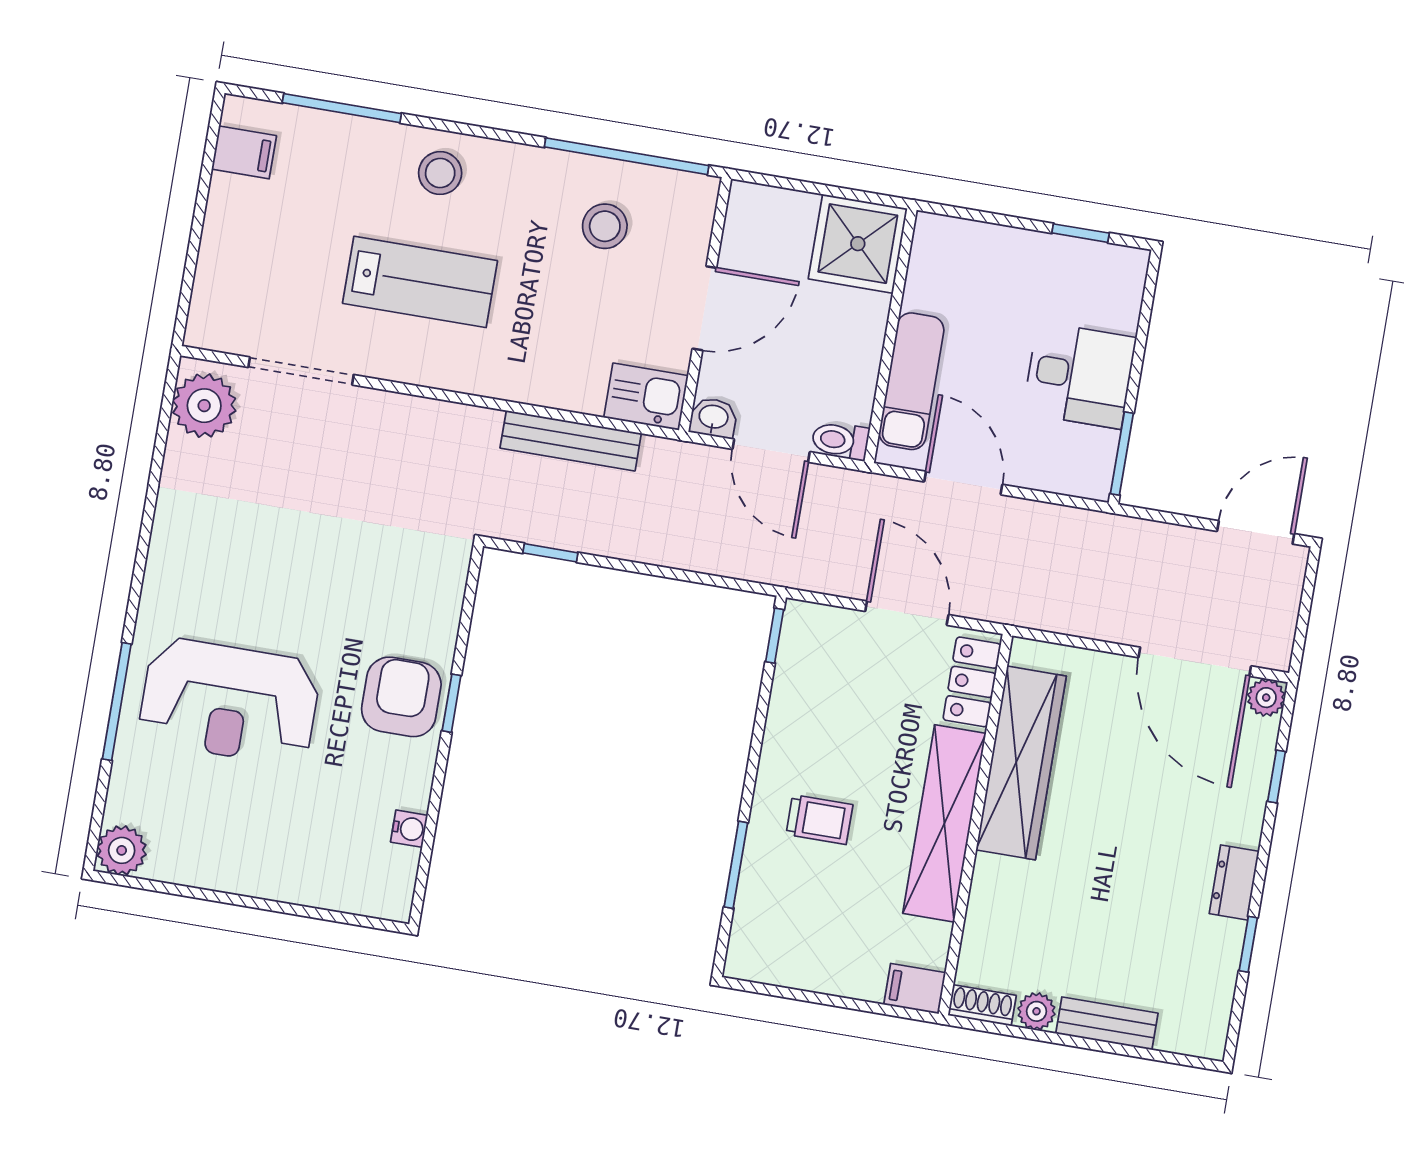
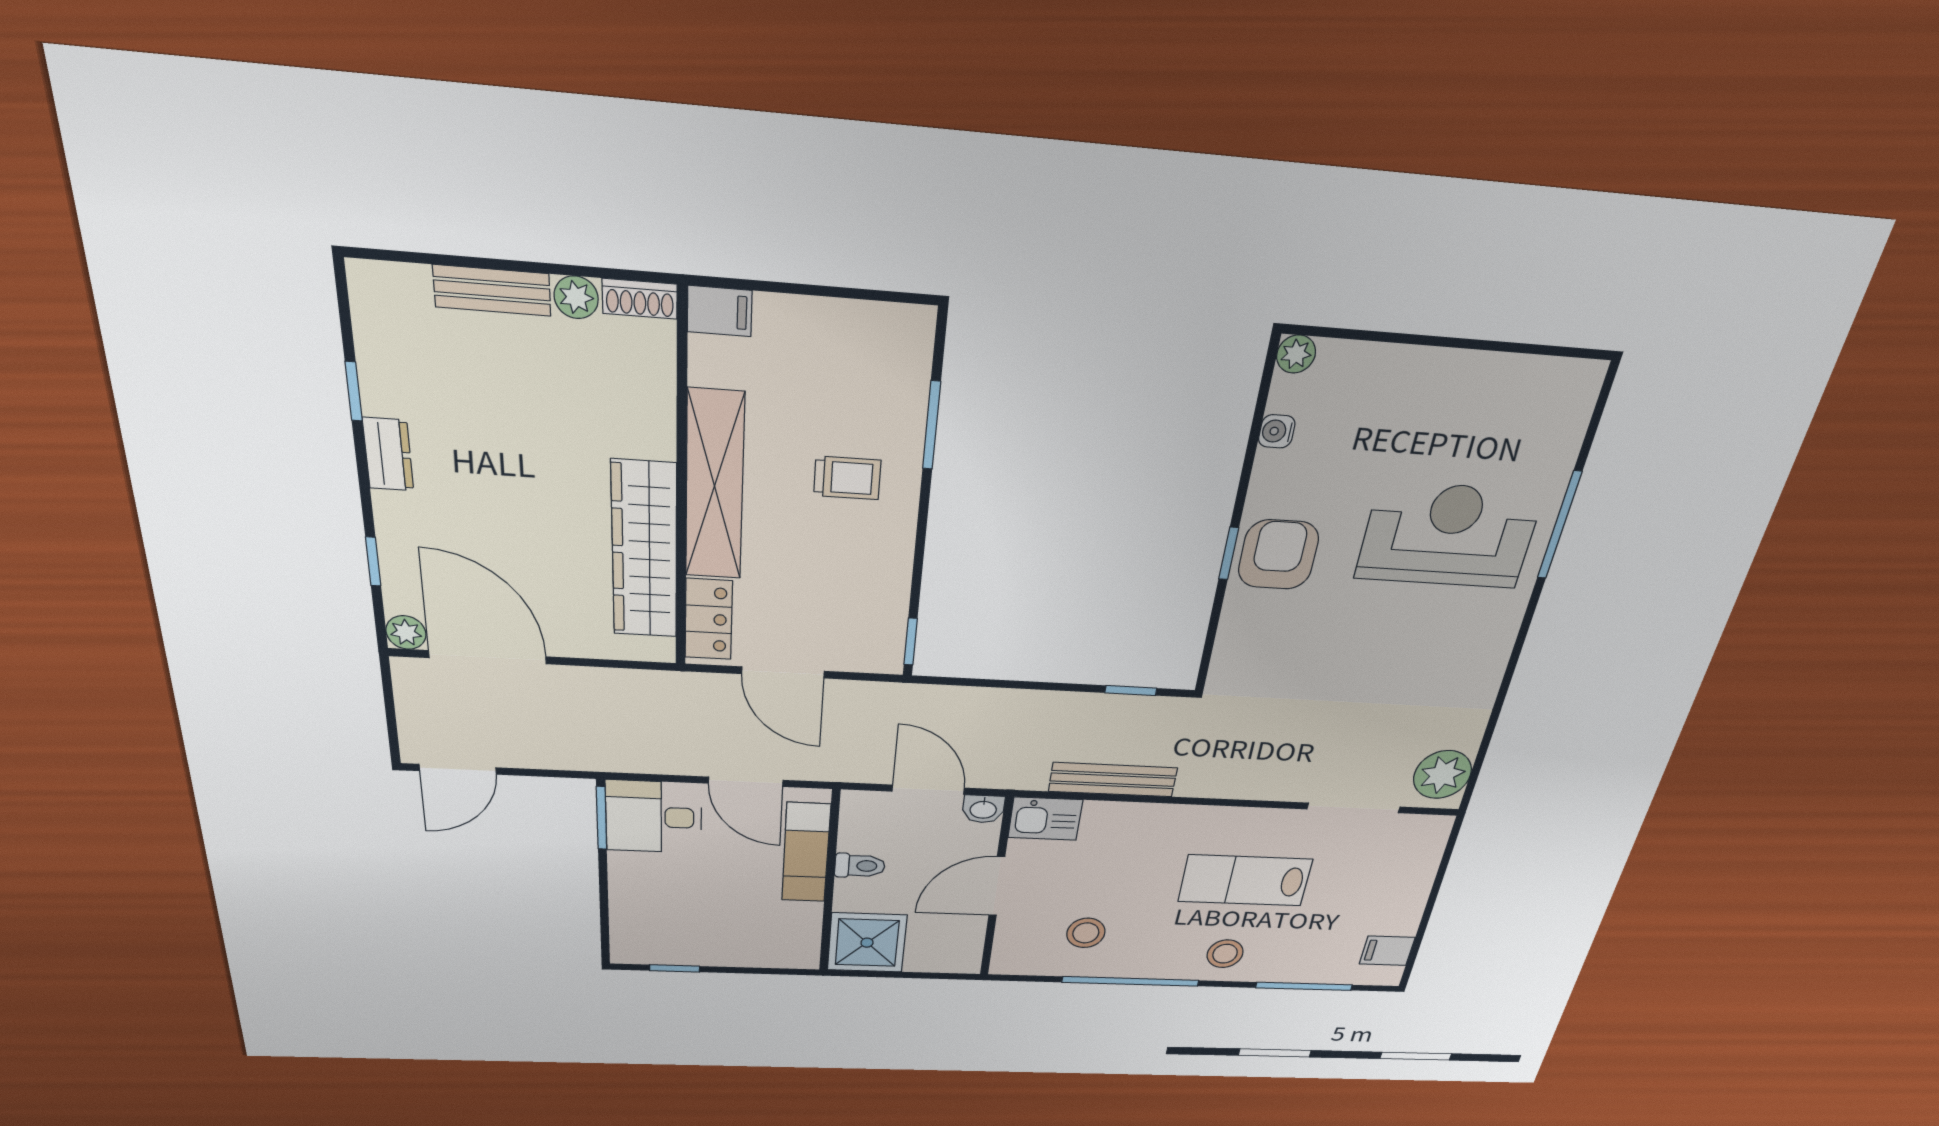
window: (627, 156) -> (1131, 981), moved
desk: (1079, 375) -> (654, 817), moved
toilet: (840, 440) -> (860, 866), moved
armchair: (401, 697) -> (1278, 555), turned 180
trolley: (819, 820) -> (847, 478), turned 180
plant: (122, 850) -> (1296, 354), moved, width x0.73, depth x0.73

